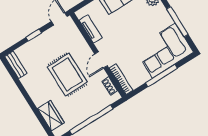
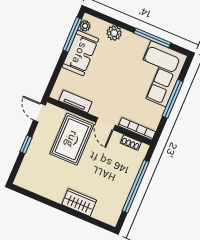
bench: (16, 65) -> (29, 184), removed
rug: (67, 74) -> (72, 139), moved, turned 90
wardrobe: (51, 116) -> (79, 202), moved

